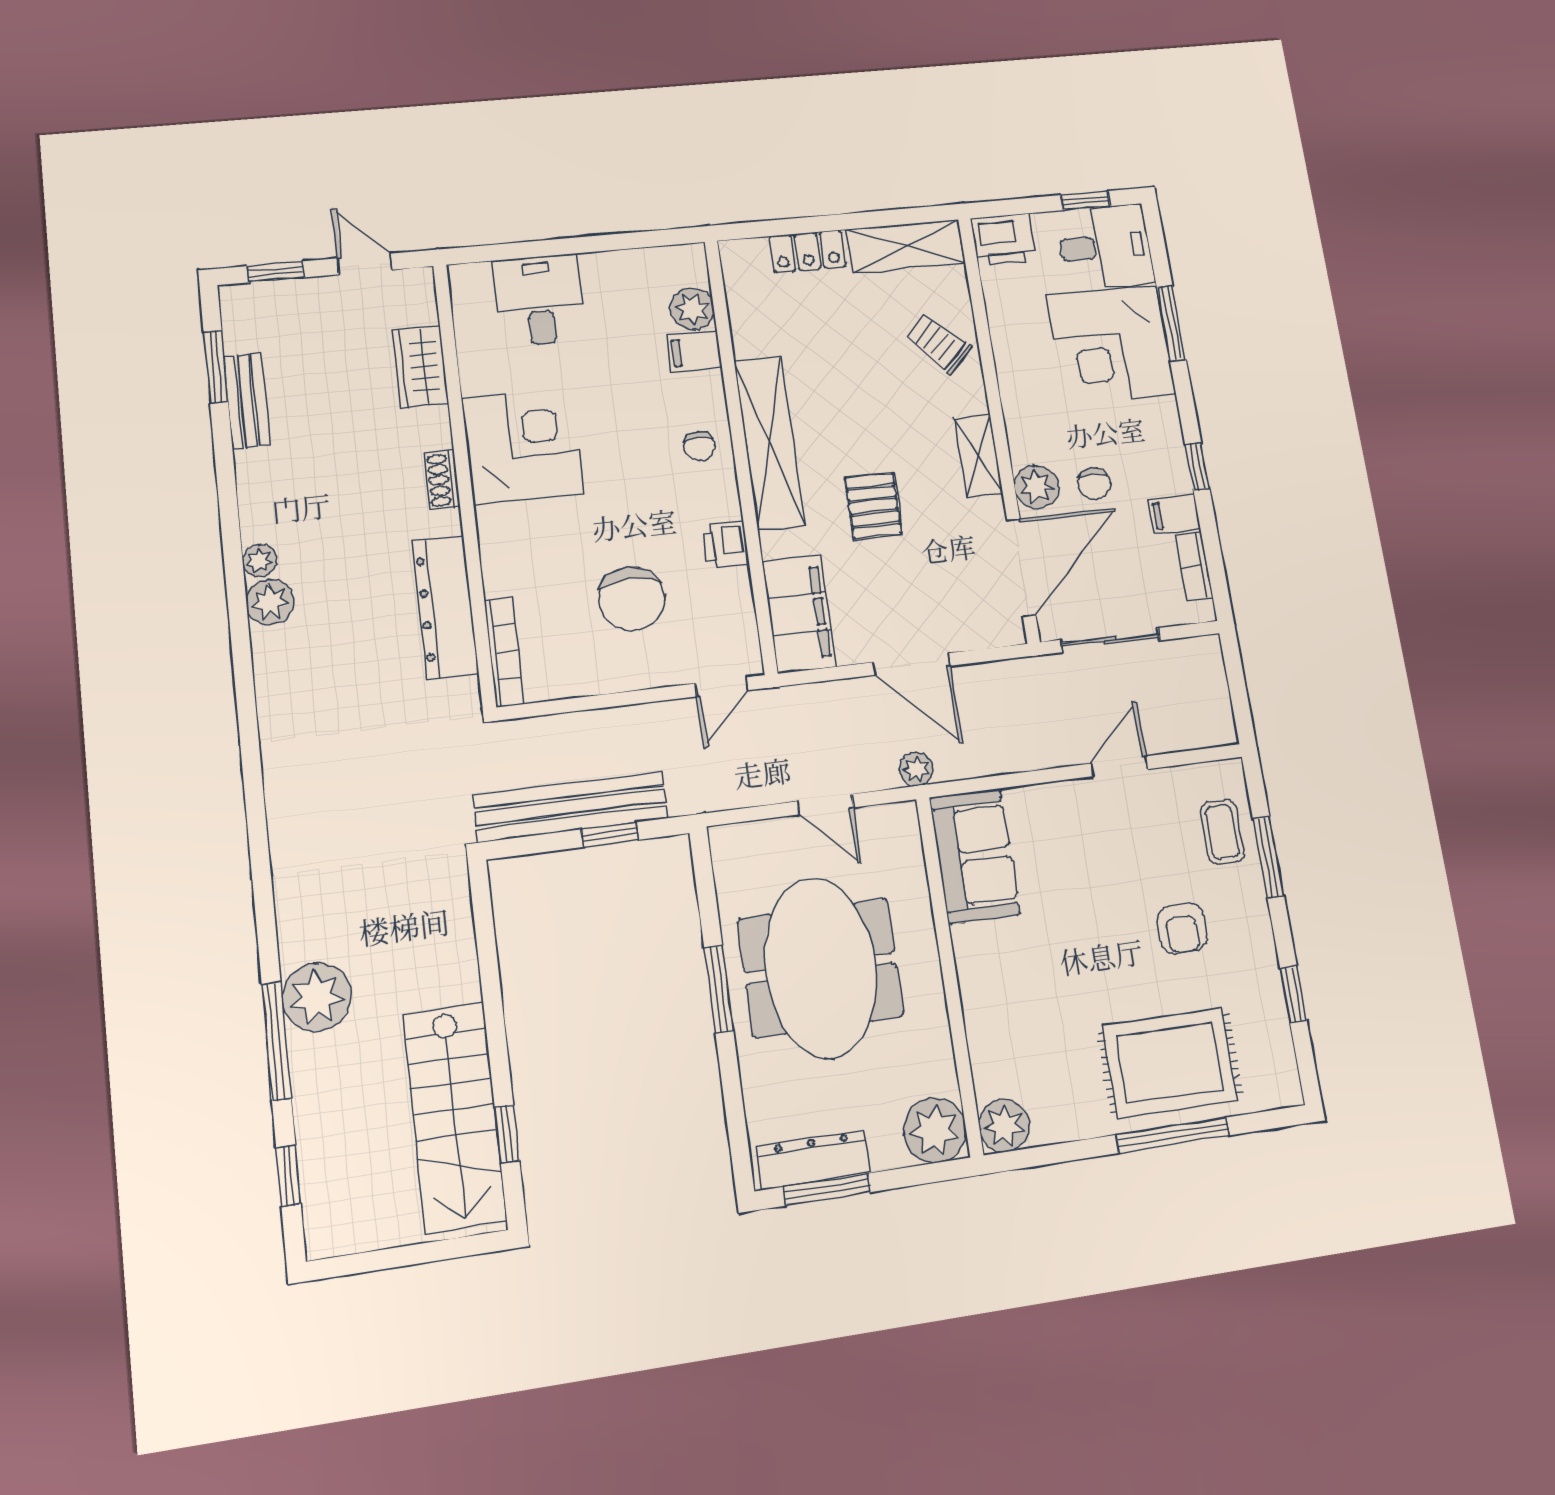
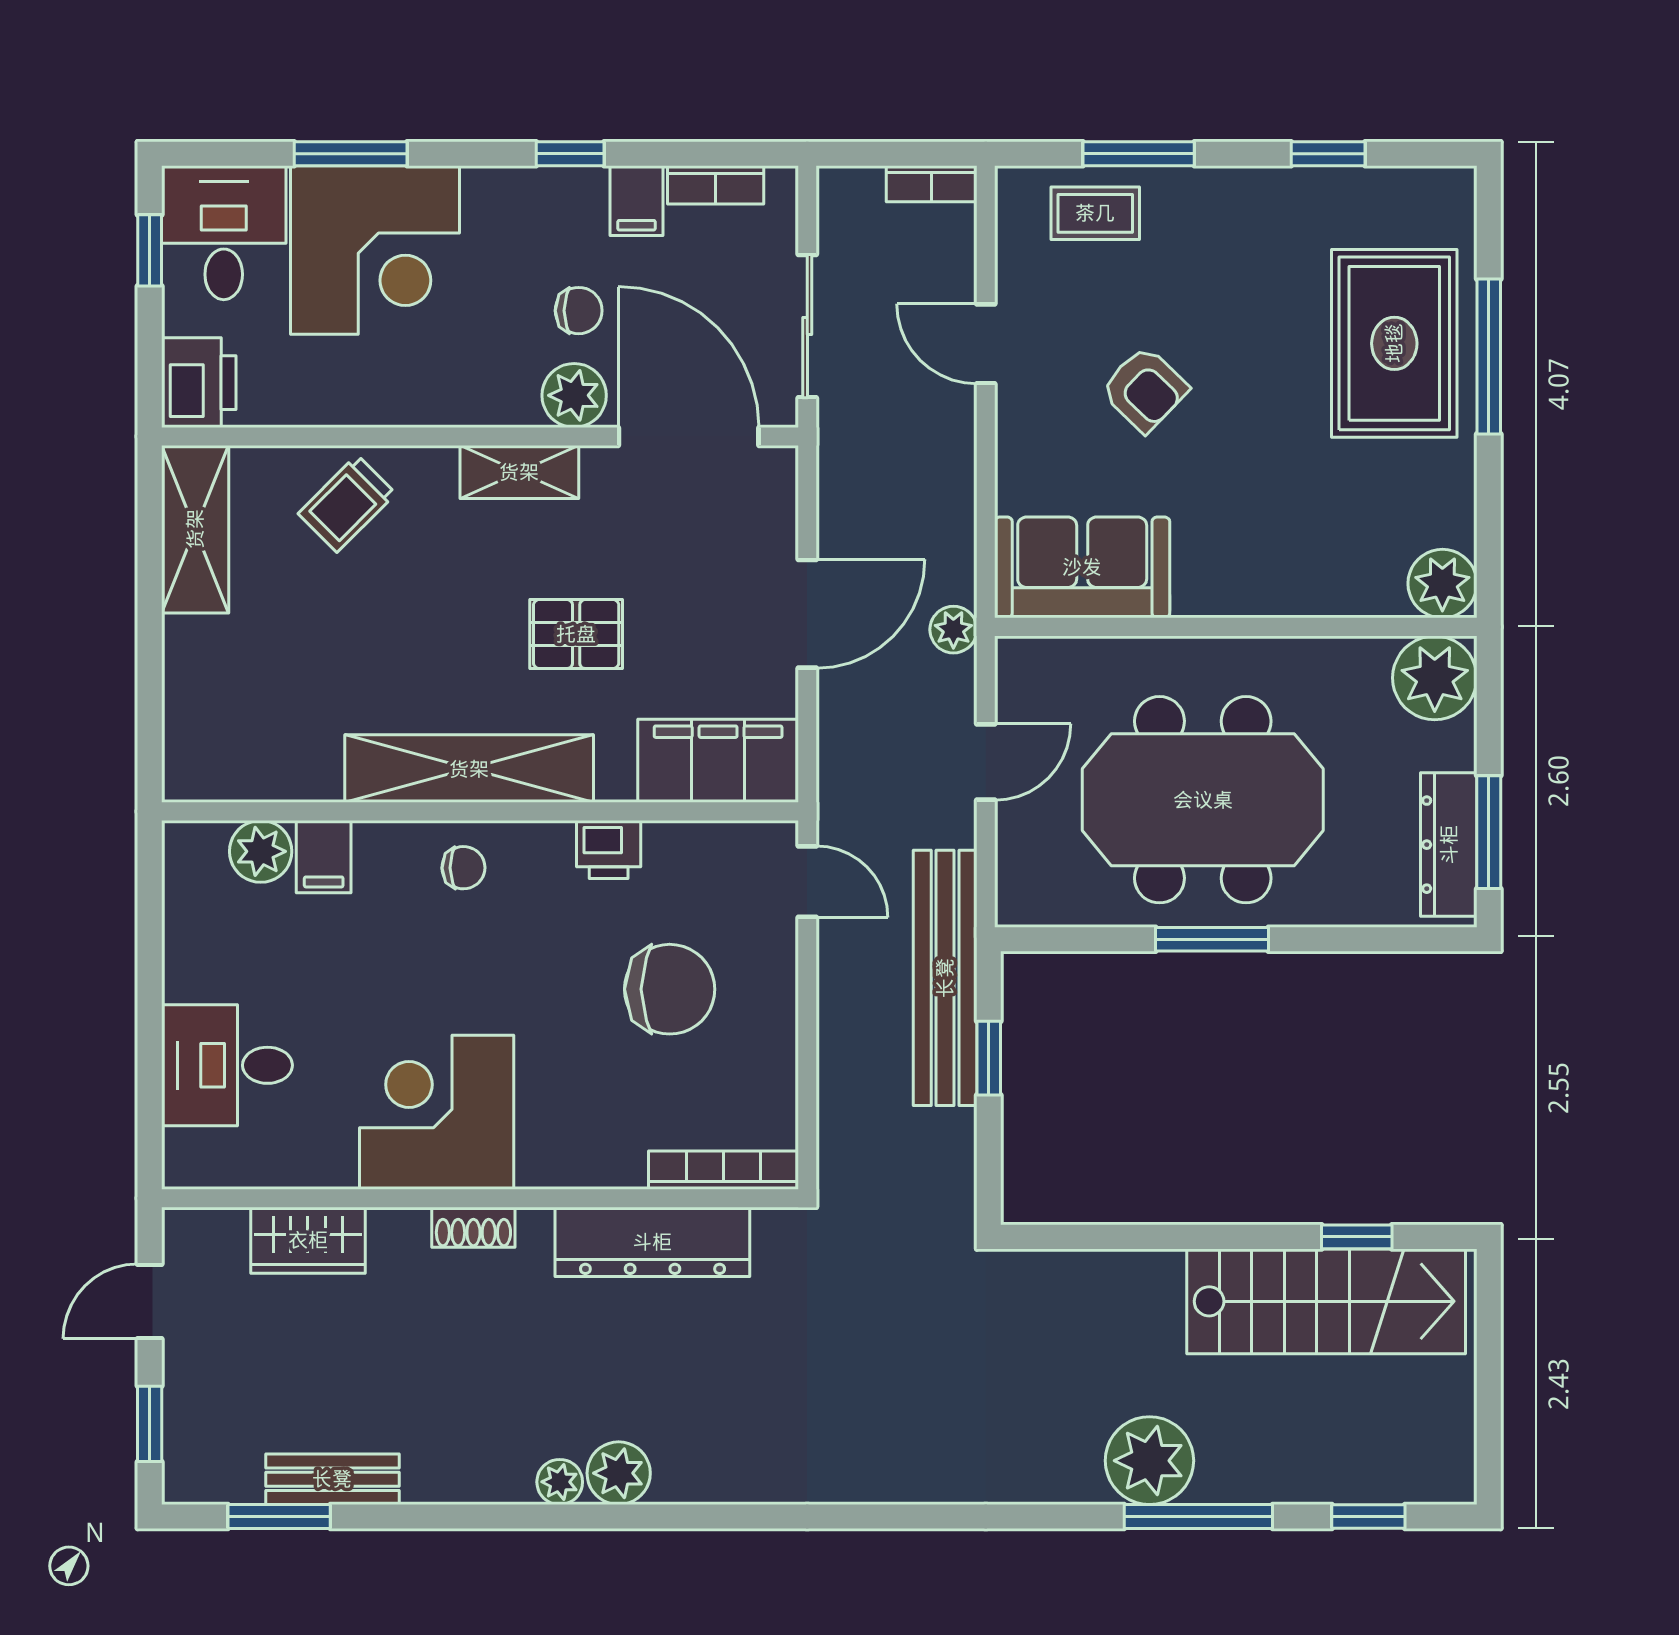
locker: (808, 251) -> (190, 674), removed
bookcase: (1222, 714) -> (932, 184), added
bench: (571, 807) -> (945, 978), moved
armchair: (1182, 928) -> (1145, 389), moved, turned 44

